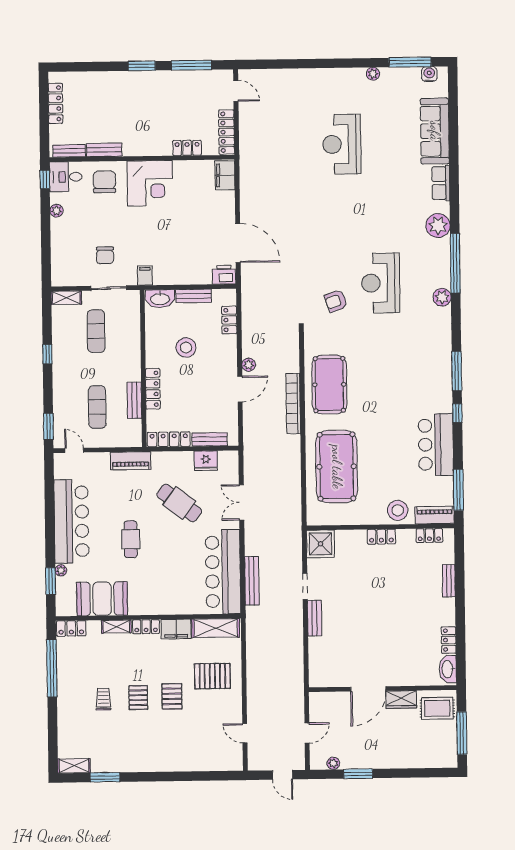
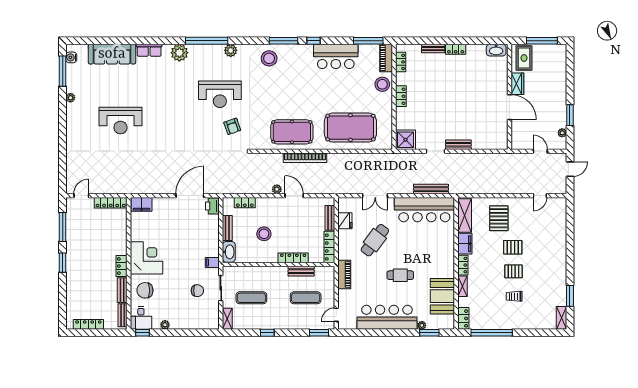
locker: (187, 148) -> (122, 266), moved
stool: (432, 351) -> (269, 58), added
locker: (449, 640) -> (456, 49), moved

